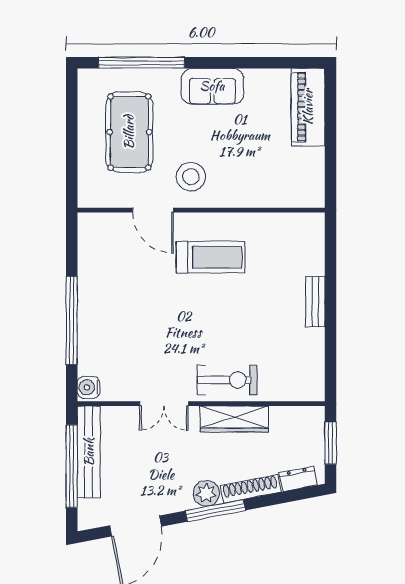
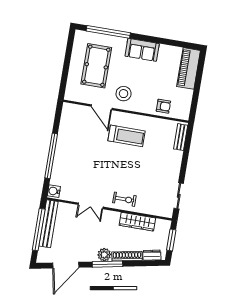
armchair: (272, 188) -> (163, 106), added
bench: (315, 302) -> (181, 137), moved
sliding door: (330, 356) -> (179, 196), added
exercise bike: (227, 380) -> (124, 199), width x0.73, depth x0.72
wardrobe: (234, 419) -> (137, 222), moved

